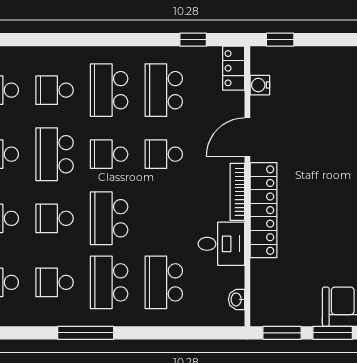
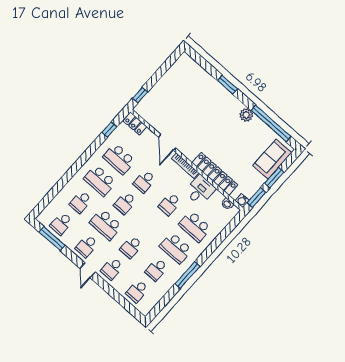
water cooler: (260, 85) -> (242, 201), moved
locker: (263, 210) -> (215, 174), moved
school desk: (109, 218) -> (170, 204), moved, width x0.54

